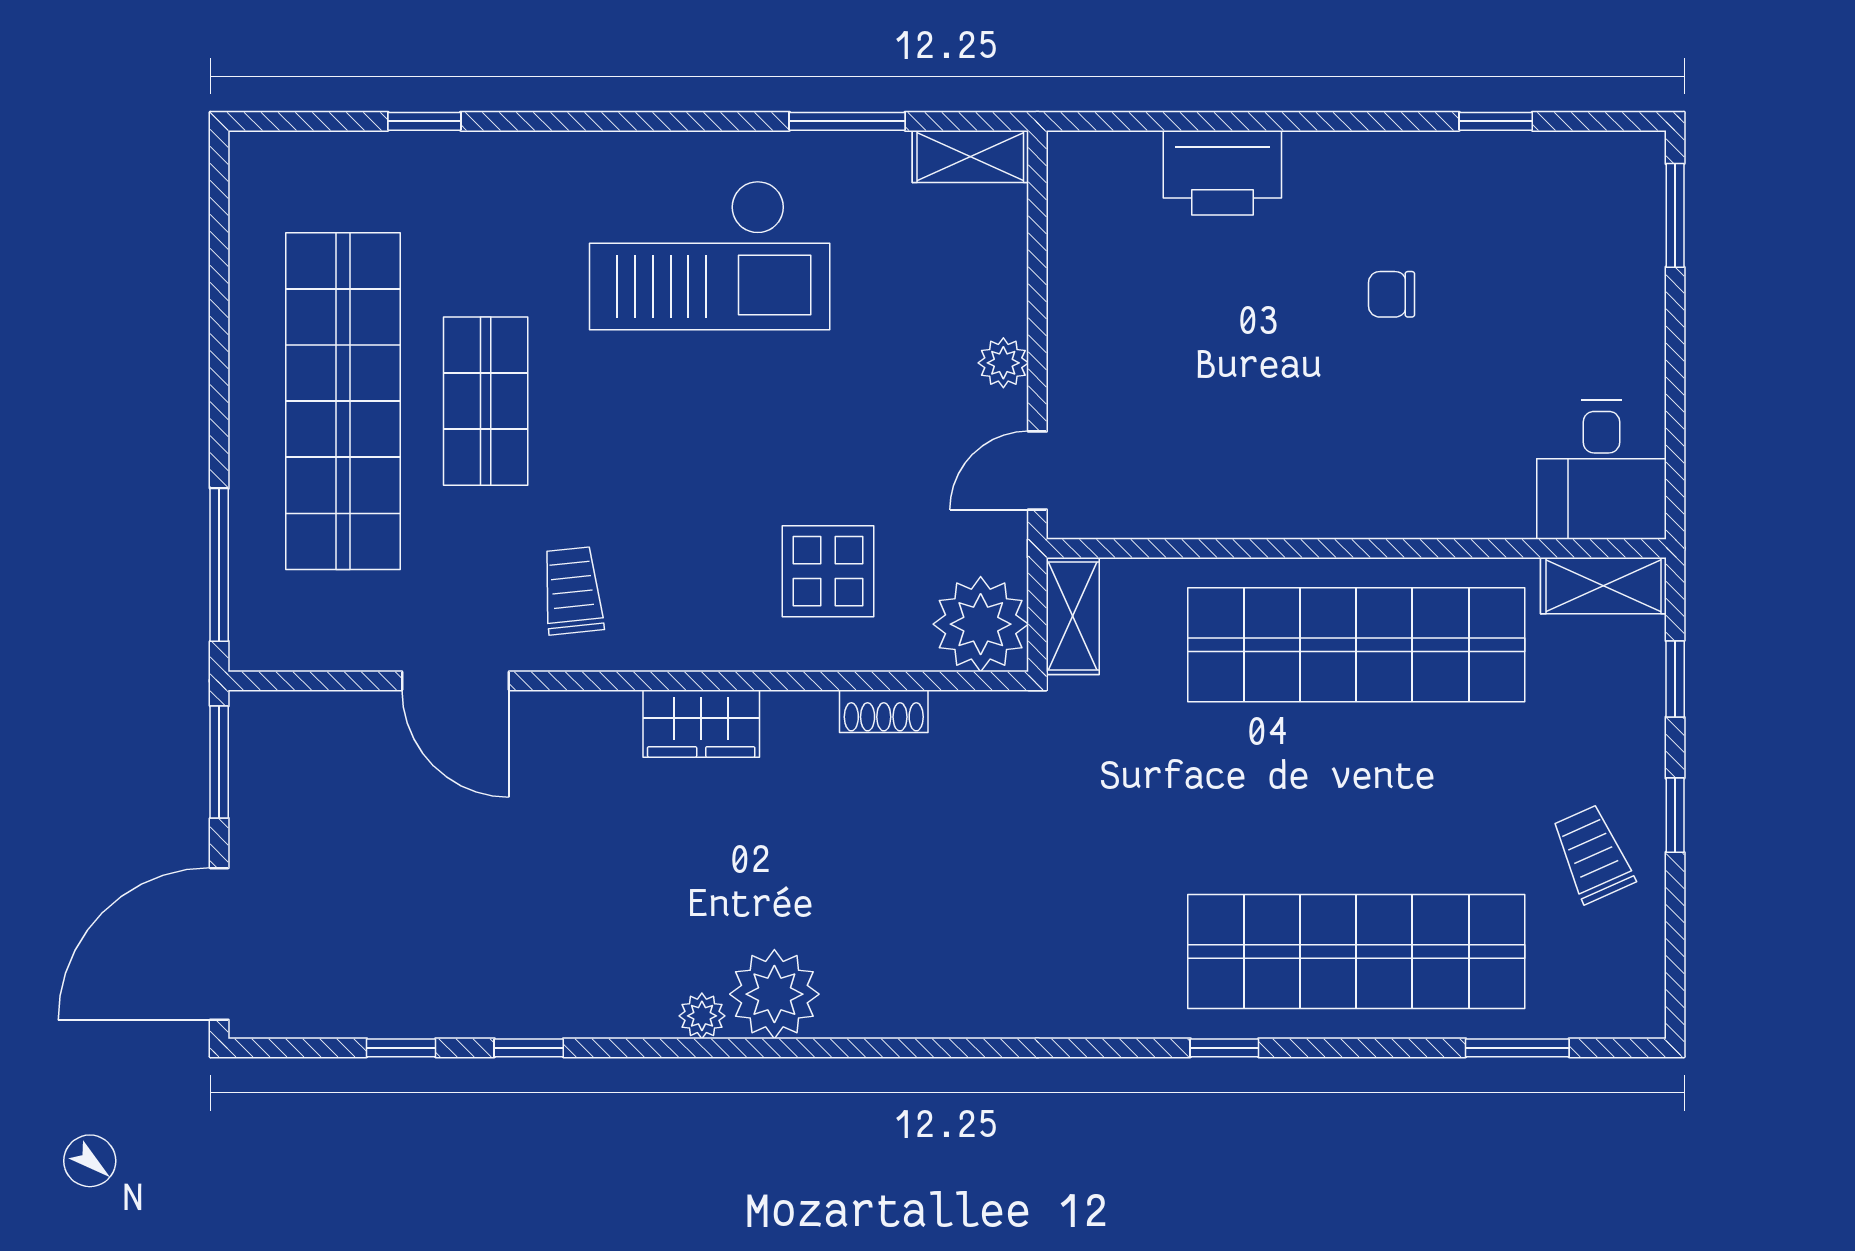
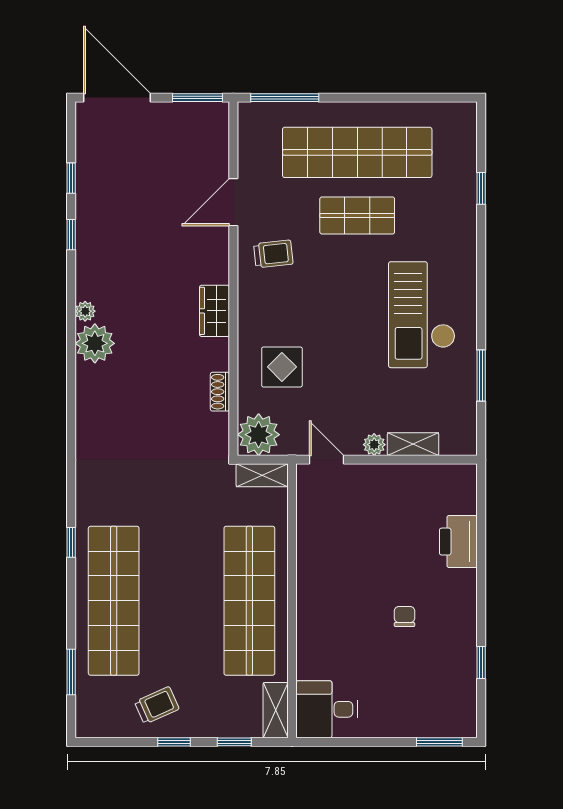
shelving: (970, 156) -> (413, 444), moved, turned 90

